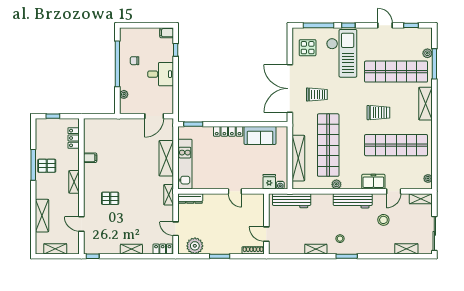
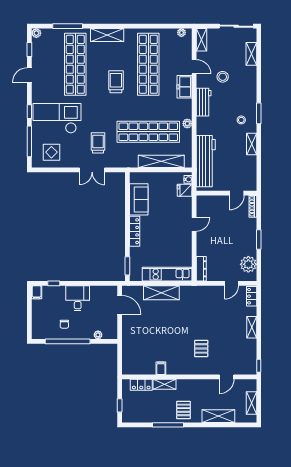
plant: (427, 53) -> (36, 33), moved
double door: (290, 89) -> (92, 170), width x0.54
pallet: (47, 166) -> (183, 410), moved
shelving: (74, 182) -> (164, 384), moved
shelving: (169, 195) -> (198, 290), removed
workbench: (292, 201) -> (206, 161), width x1.36, depth x1.32
workbench: (353, 201) -> (204, 102), width x0.73

